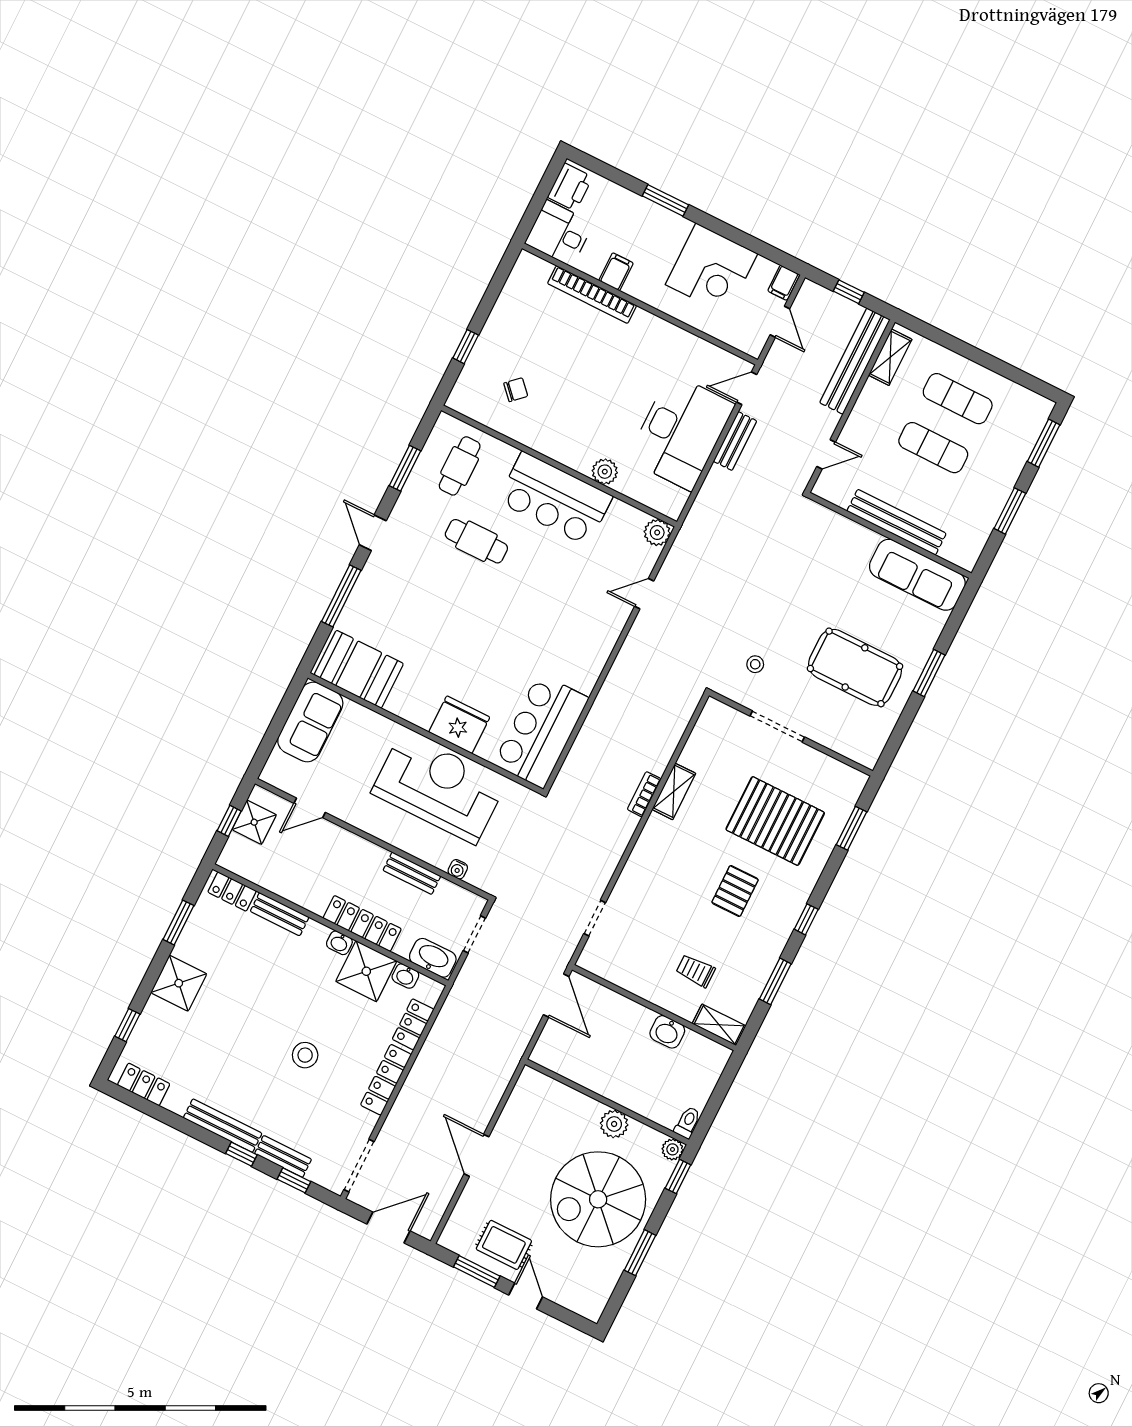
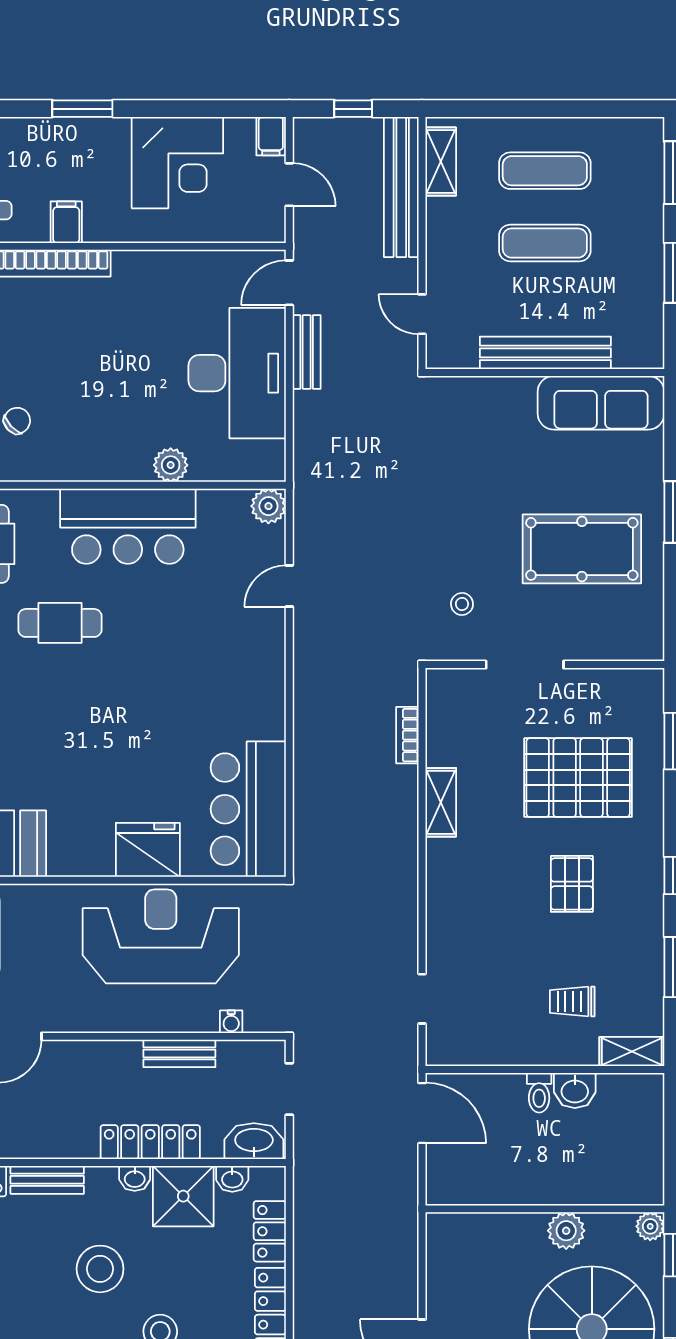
door: (826, 454) -> (422, 314), swing flipped
bookcase: (644, 794) -> (407, 735), moved
stool: (285, 992) -> (100, 1269), added
toilet: (688, 1123) -> (539, 1093), moved, turned 180

